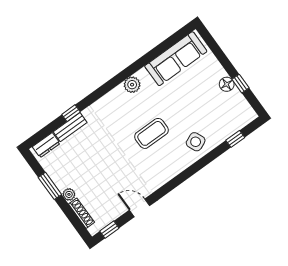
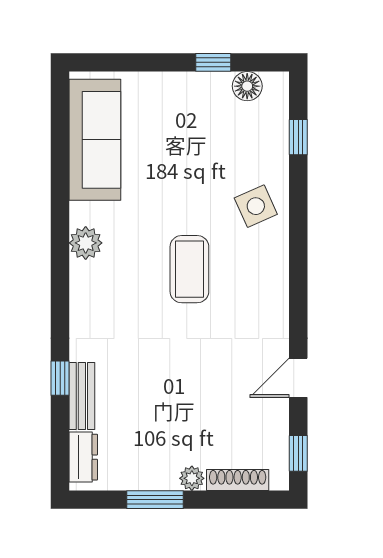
floor lamp: (227, 84) -> (247, 86), moved

